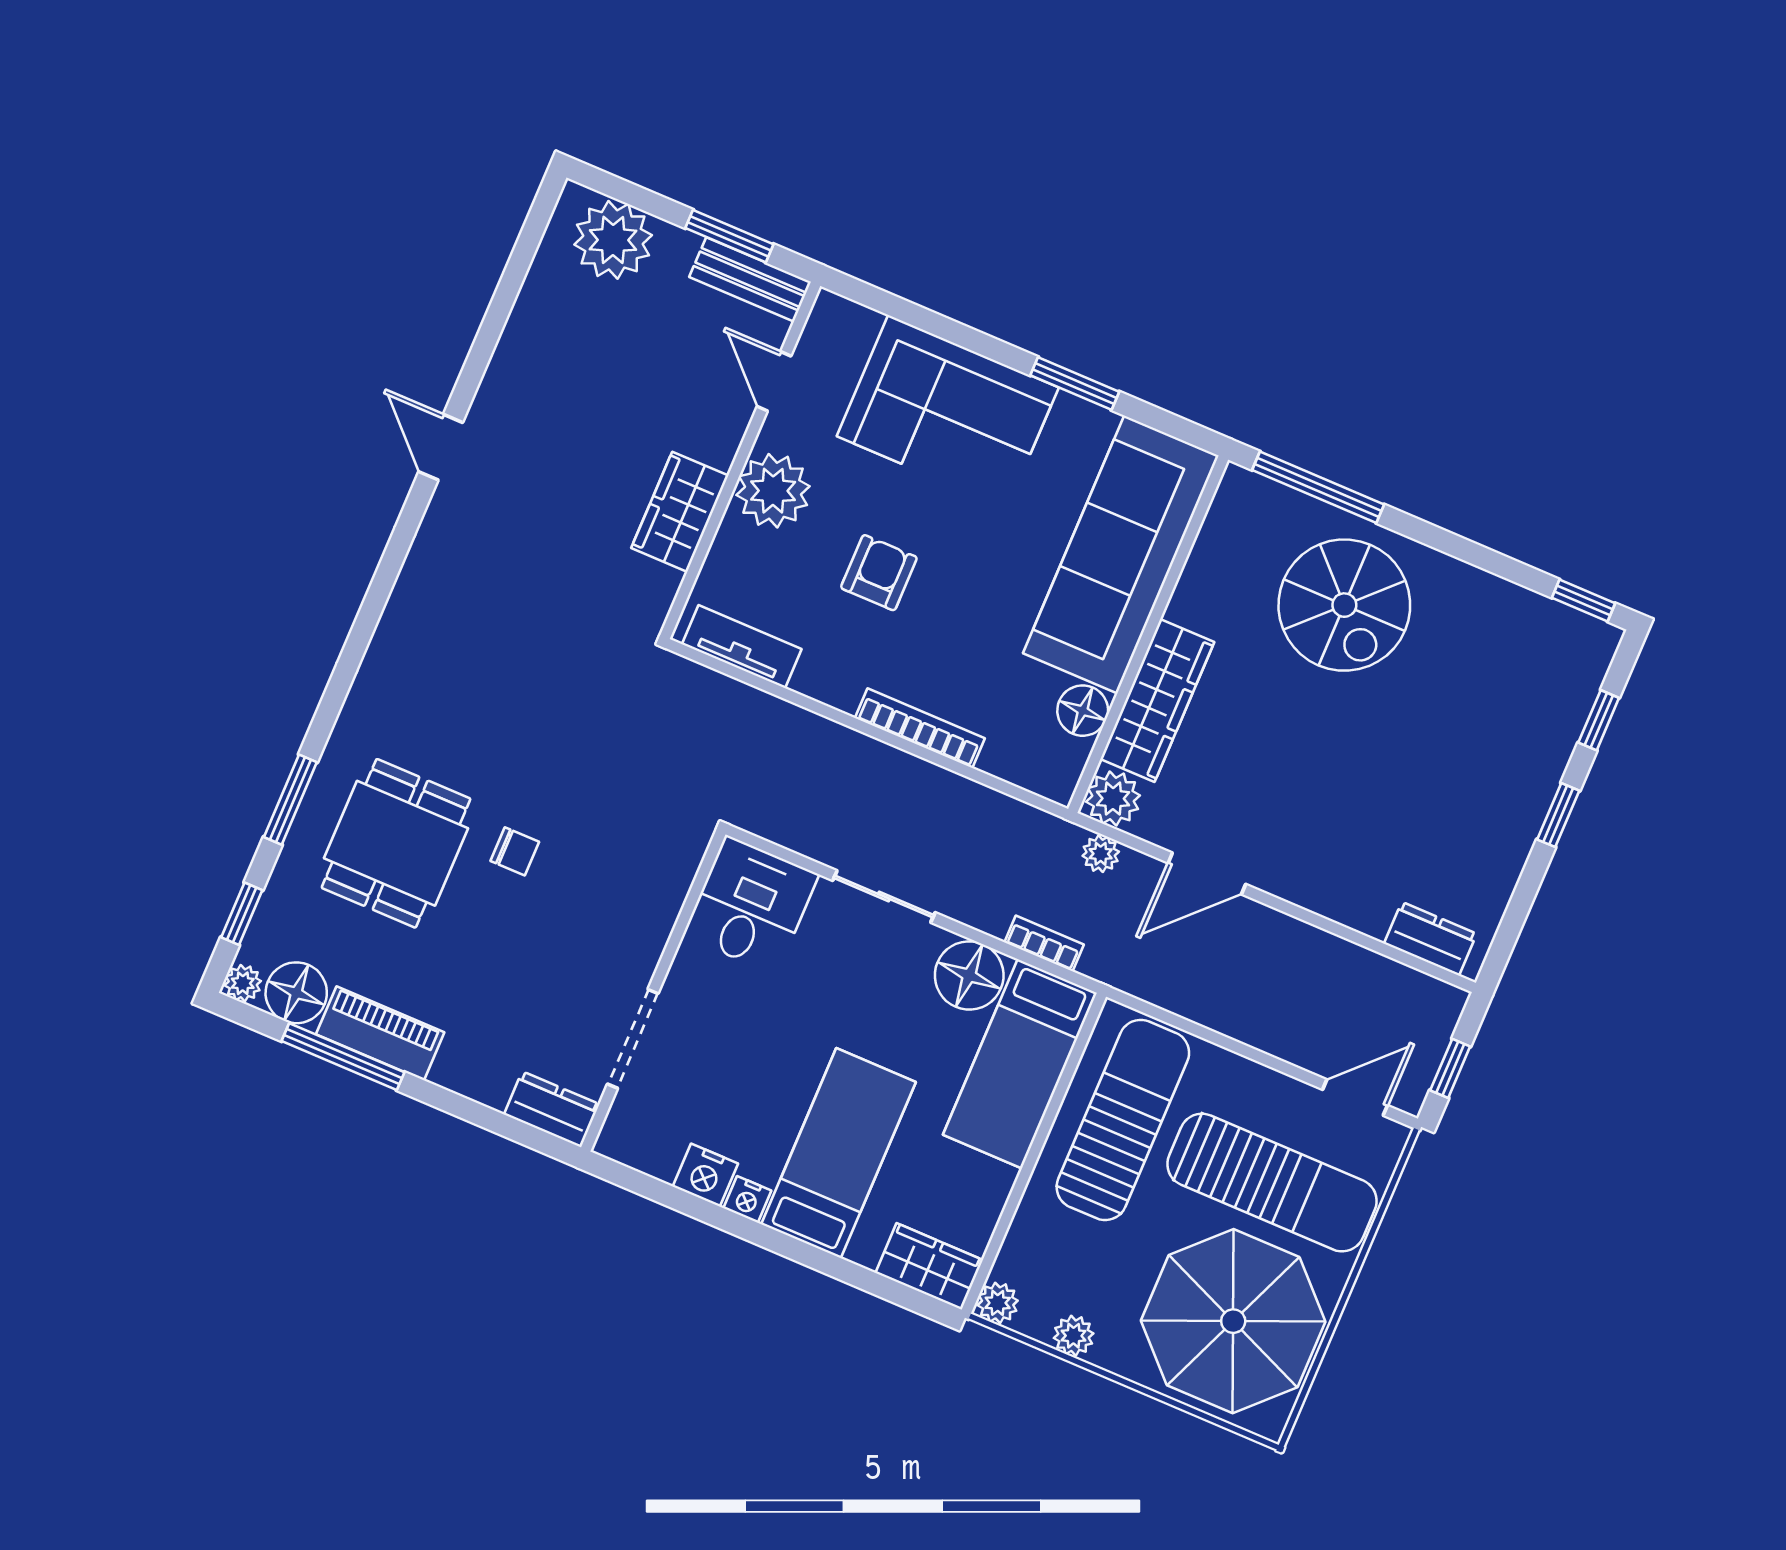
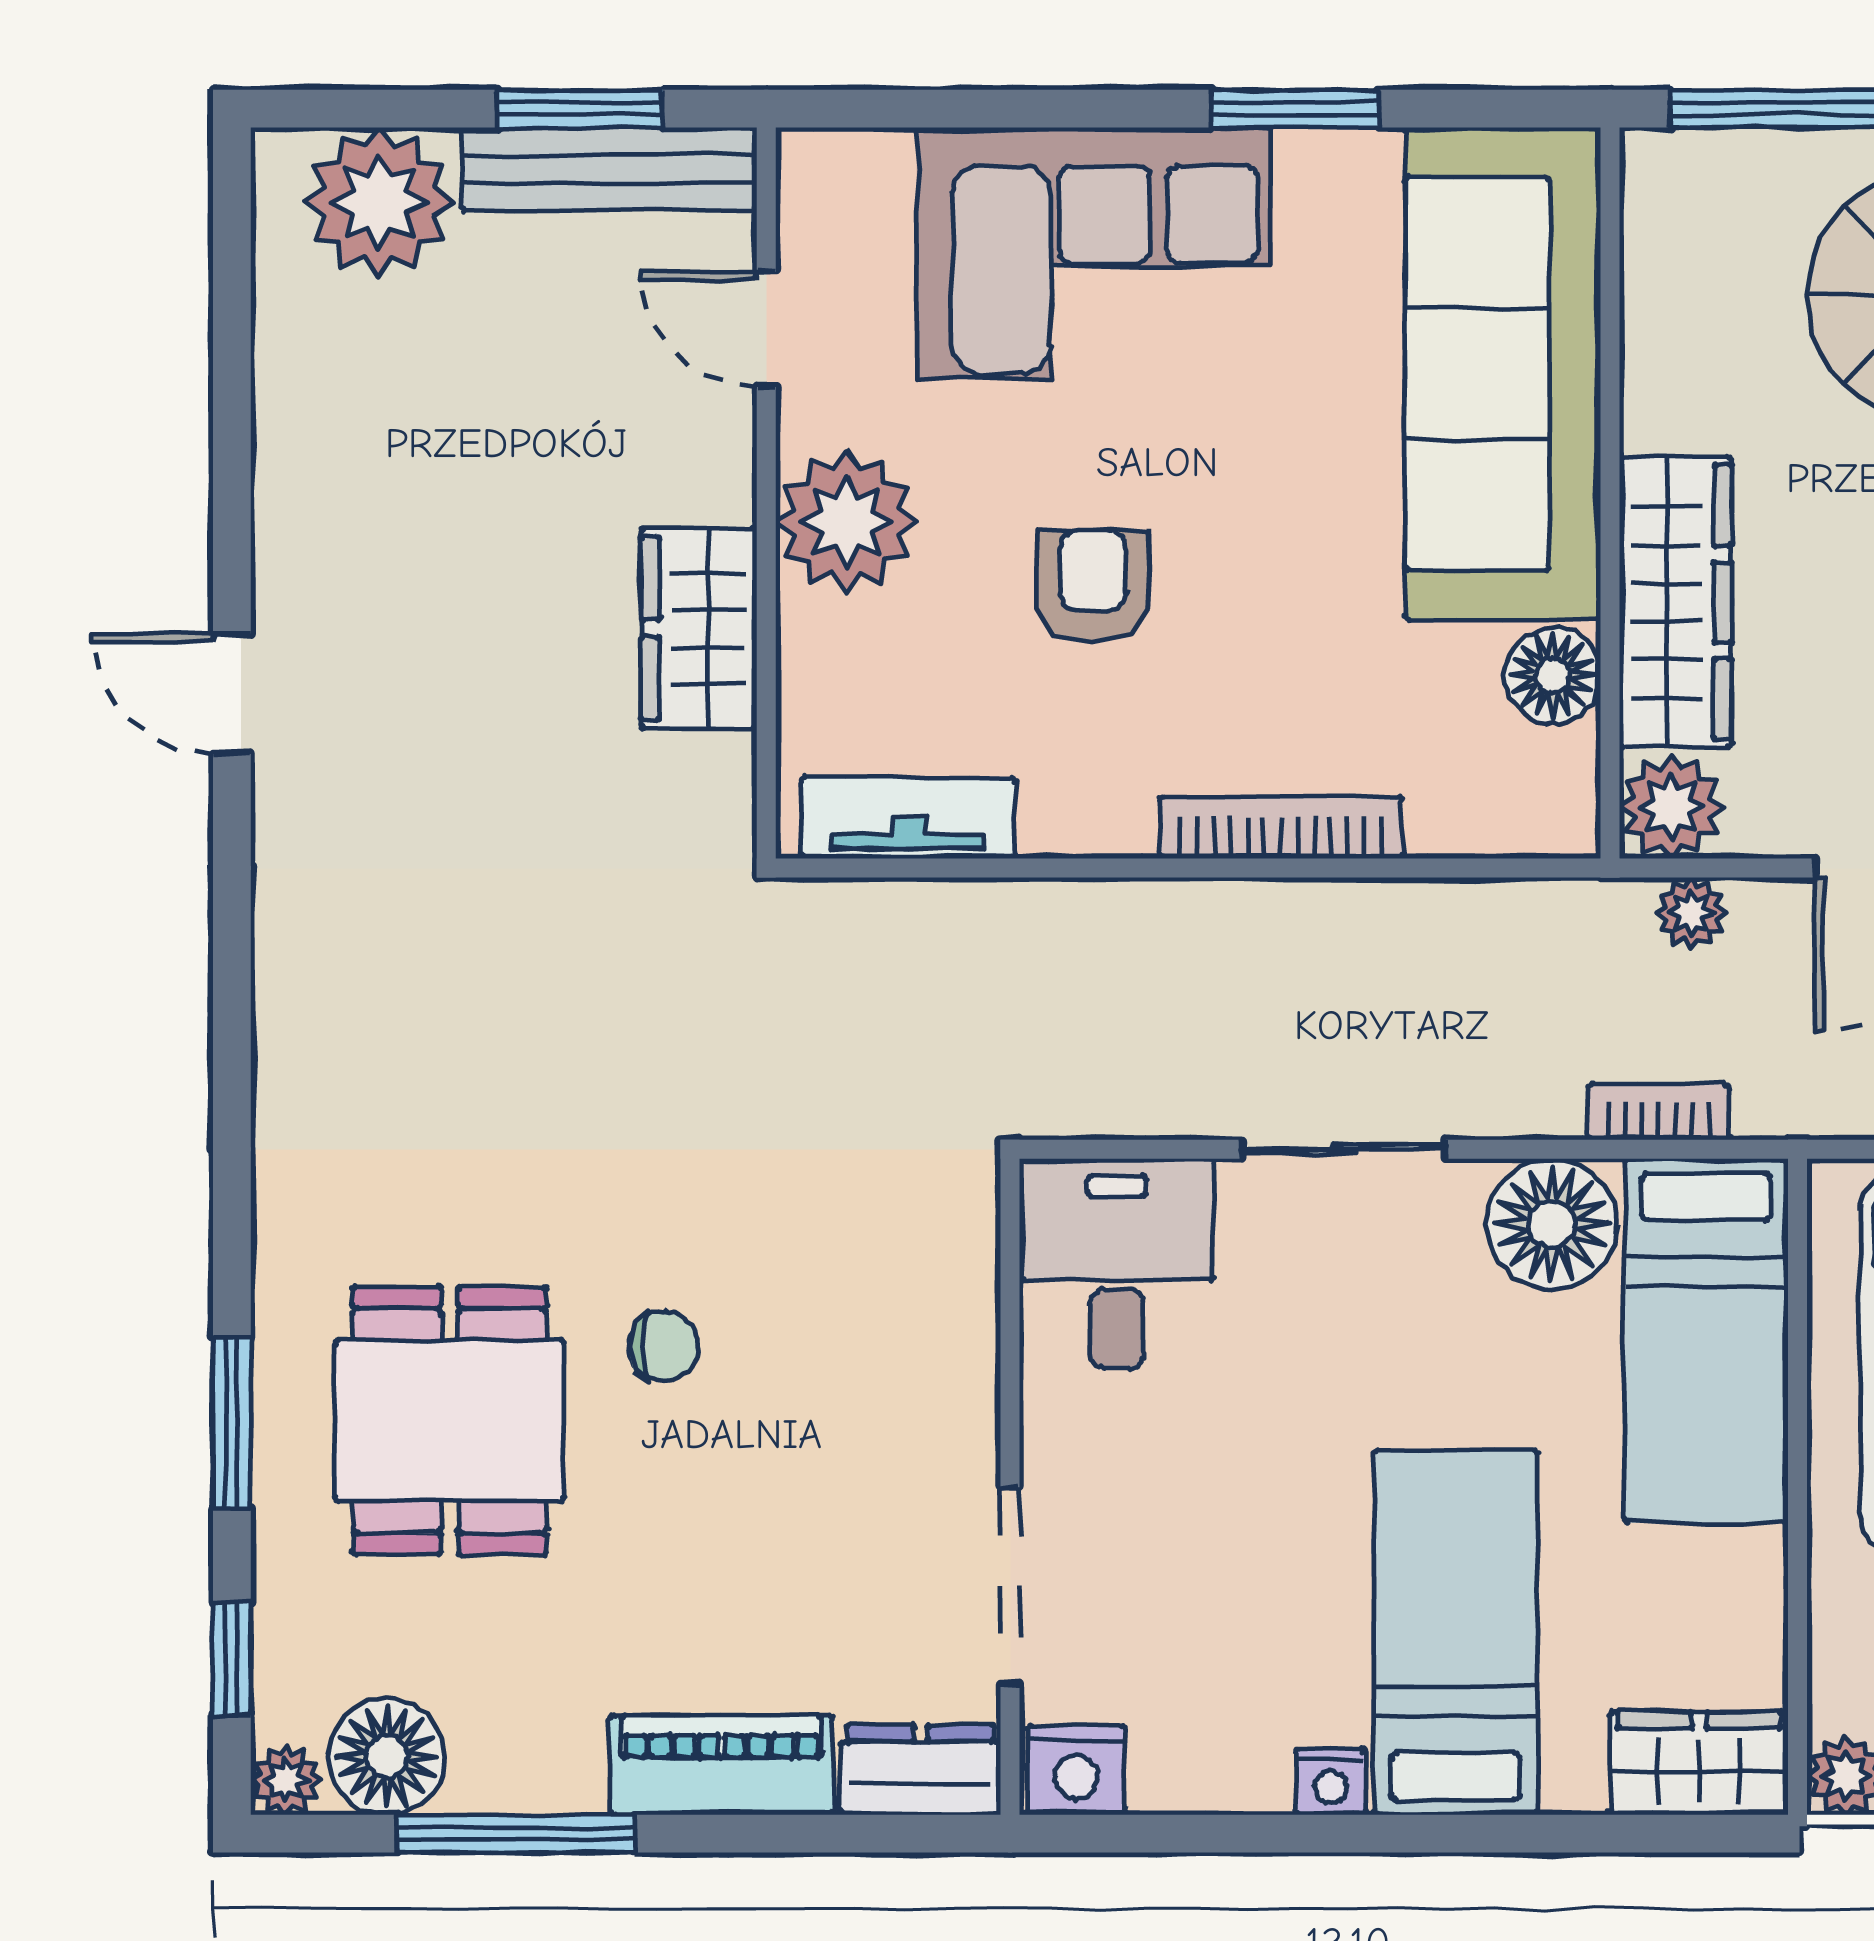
bench: (750, 279) -> (609, 169), width x1.36
piano: (380, 1033) -> (722, 1765), moved
nightstand: (705, 1175) -> (1077, 1770), moved

